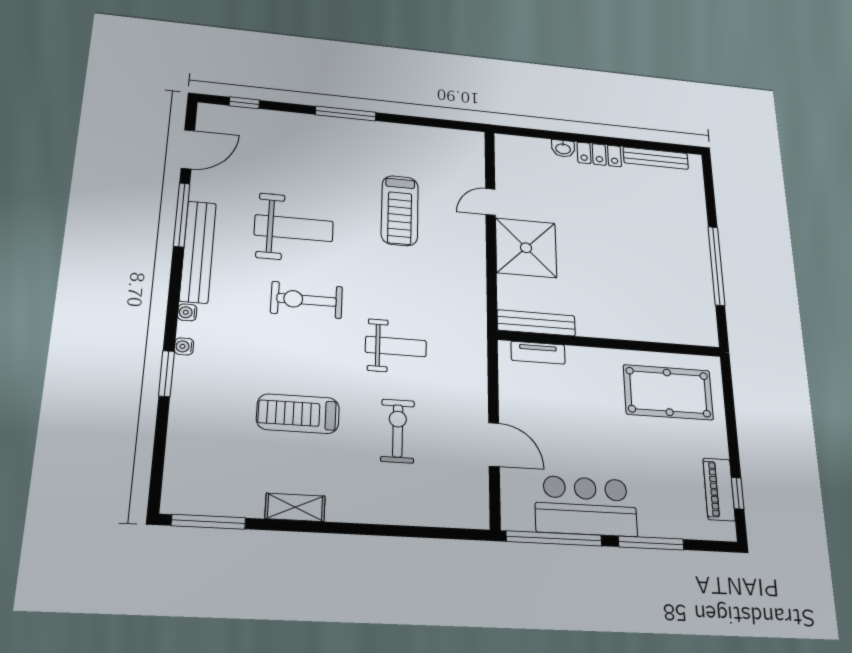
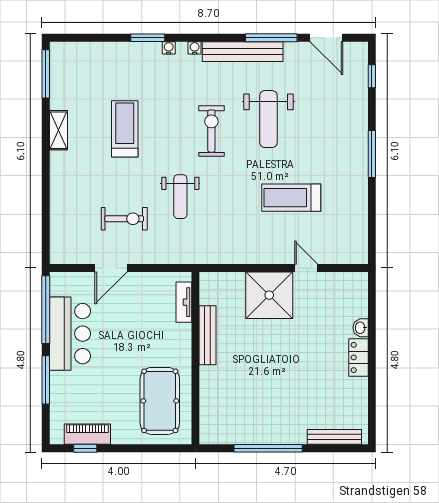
bench: (656, 158) -> (334, 437), moved, turned 90
bench: (536, 323) -> (207, 335), moved
exercise bike: (398, 431) -> (124, 219), moved

